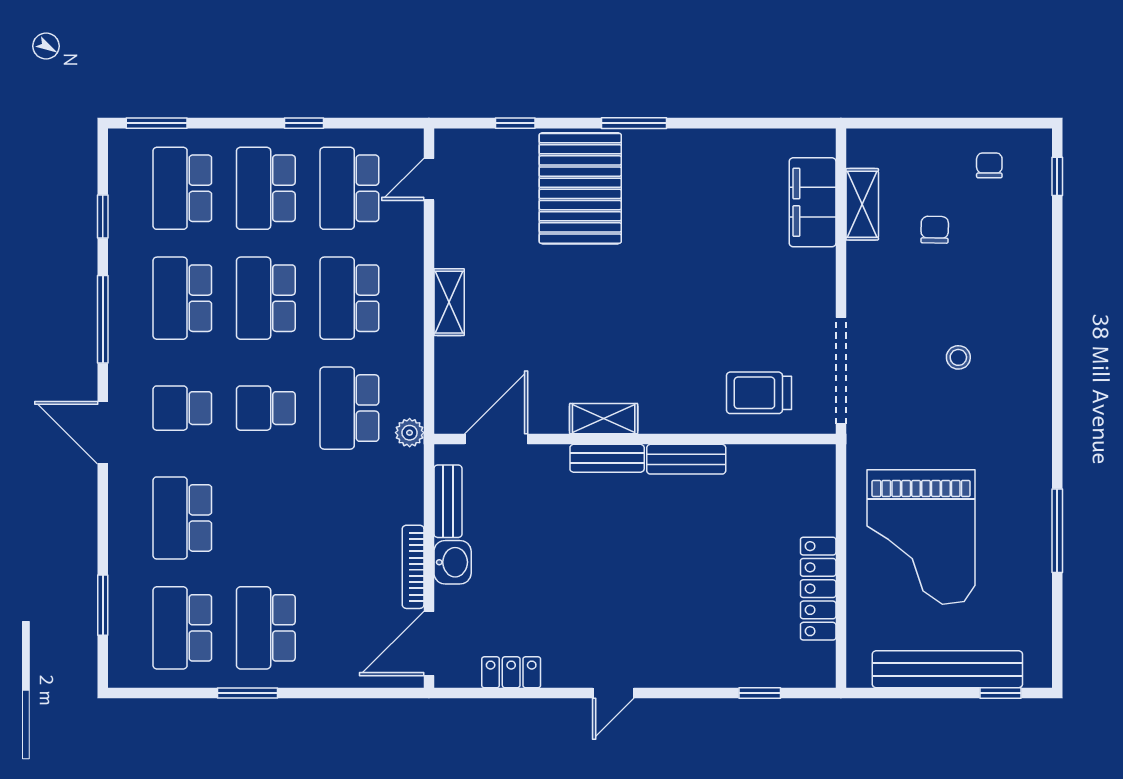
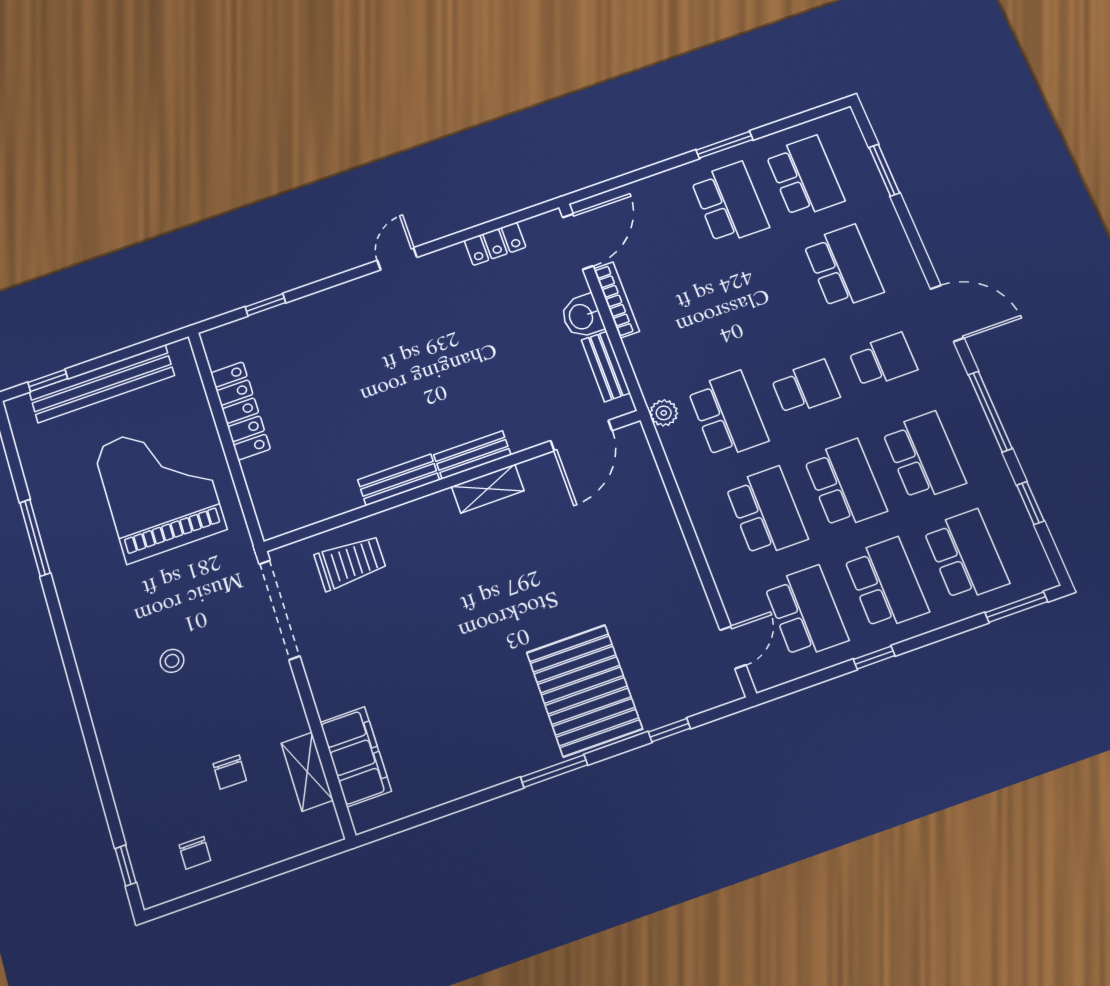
shelving: (449, 302) -> (671, 541), removed

